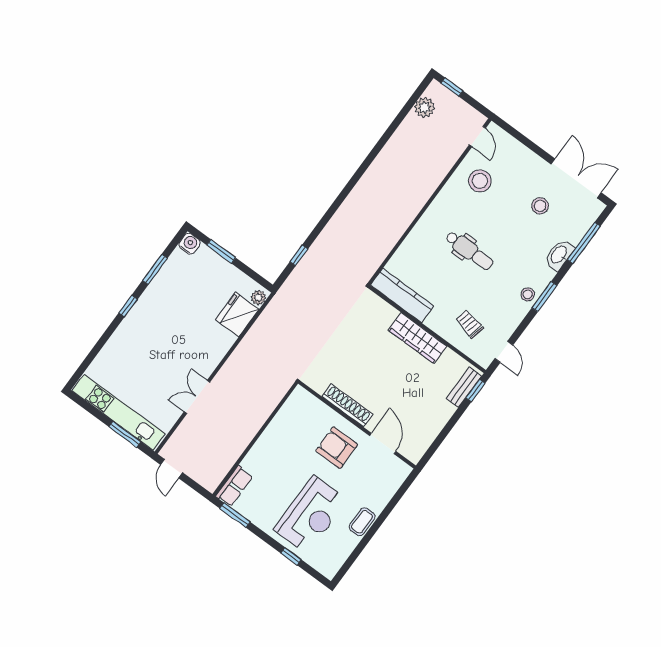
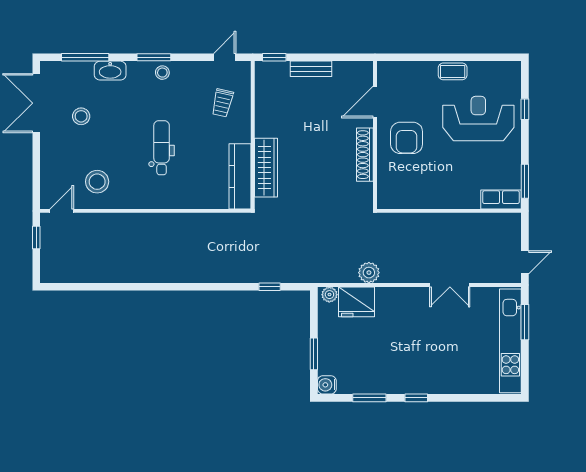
window: (452, 87) -> (36, 238), moved
plant: (425, 107) -> (369, 273), moved
wardrobe: (418, 338) -> (266, 168), moved
bench: (464, 387) -> (311, 69), moved

